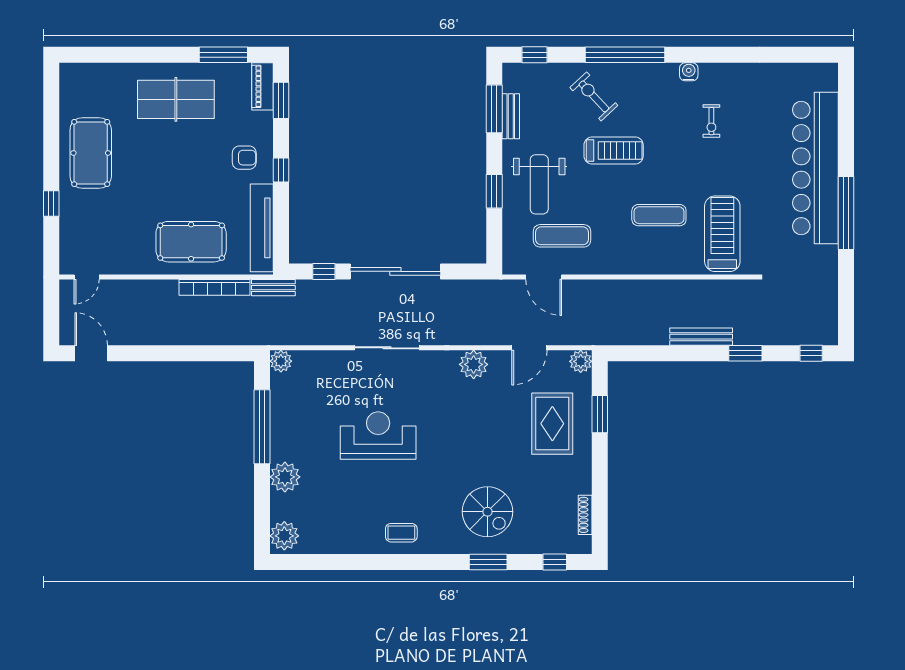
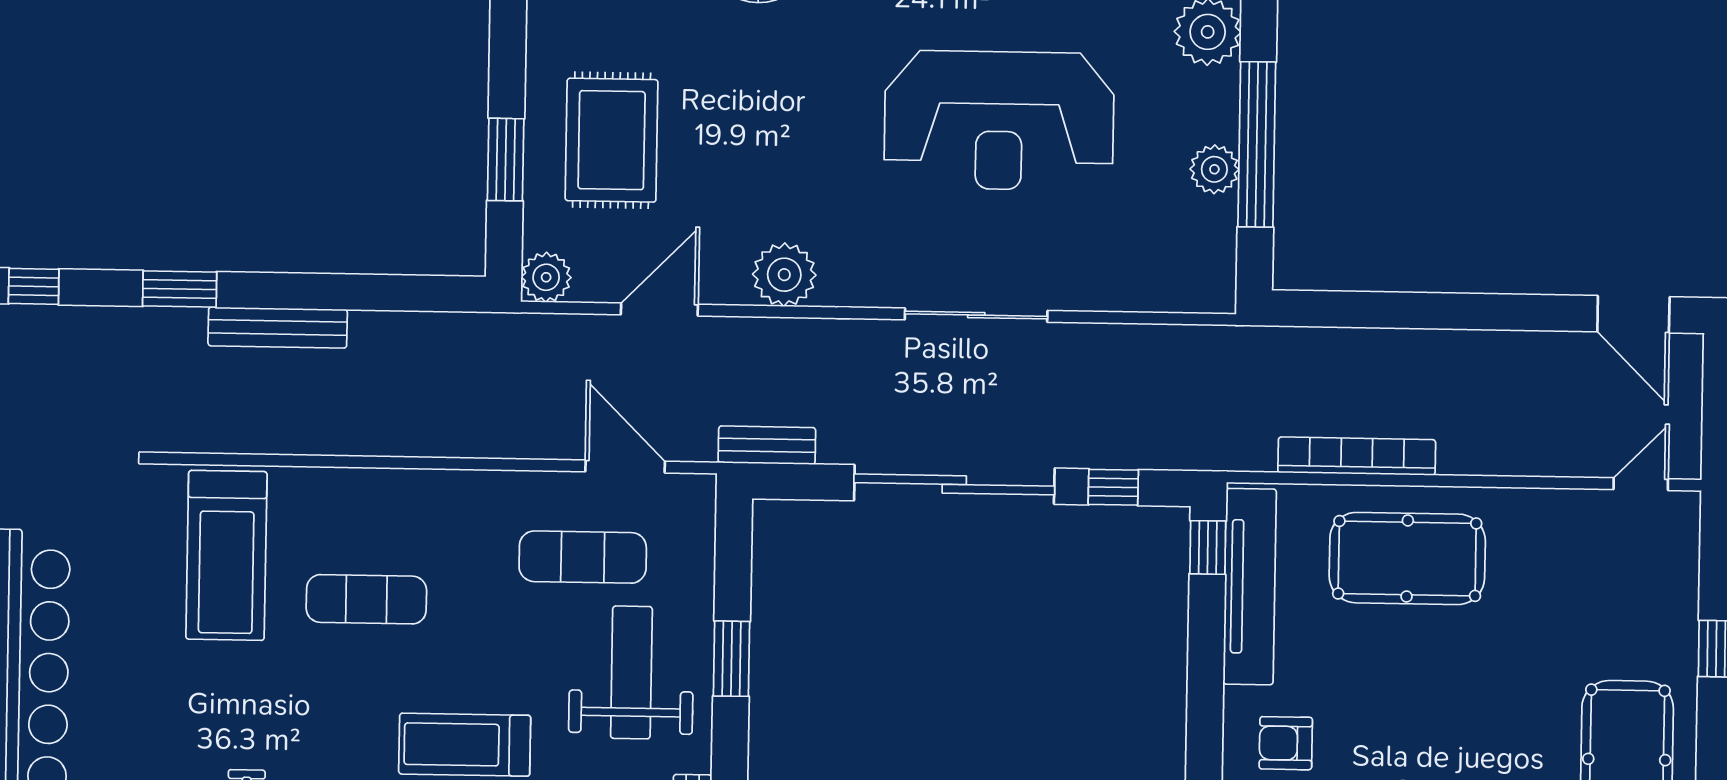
window: (281, 170) -> (1208, 547), moved
bench: (273, 288) -> (767, 445), moved
plant: (281, 361) -> (1214, 169), moved
reception desk: (378, 436) -> (999, 120), width x1.36, depth x1.30

